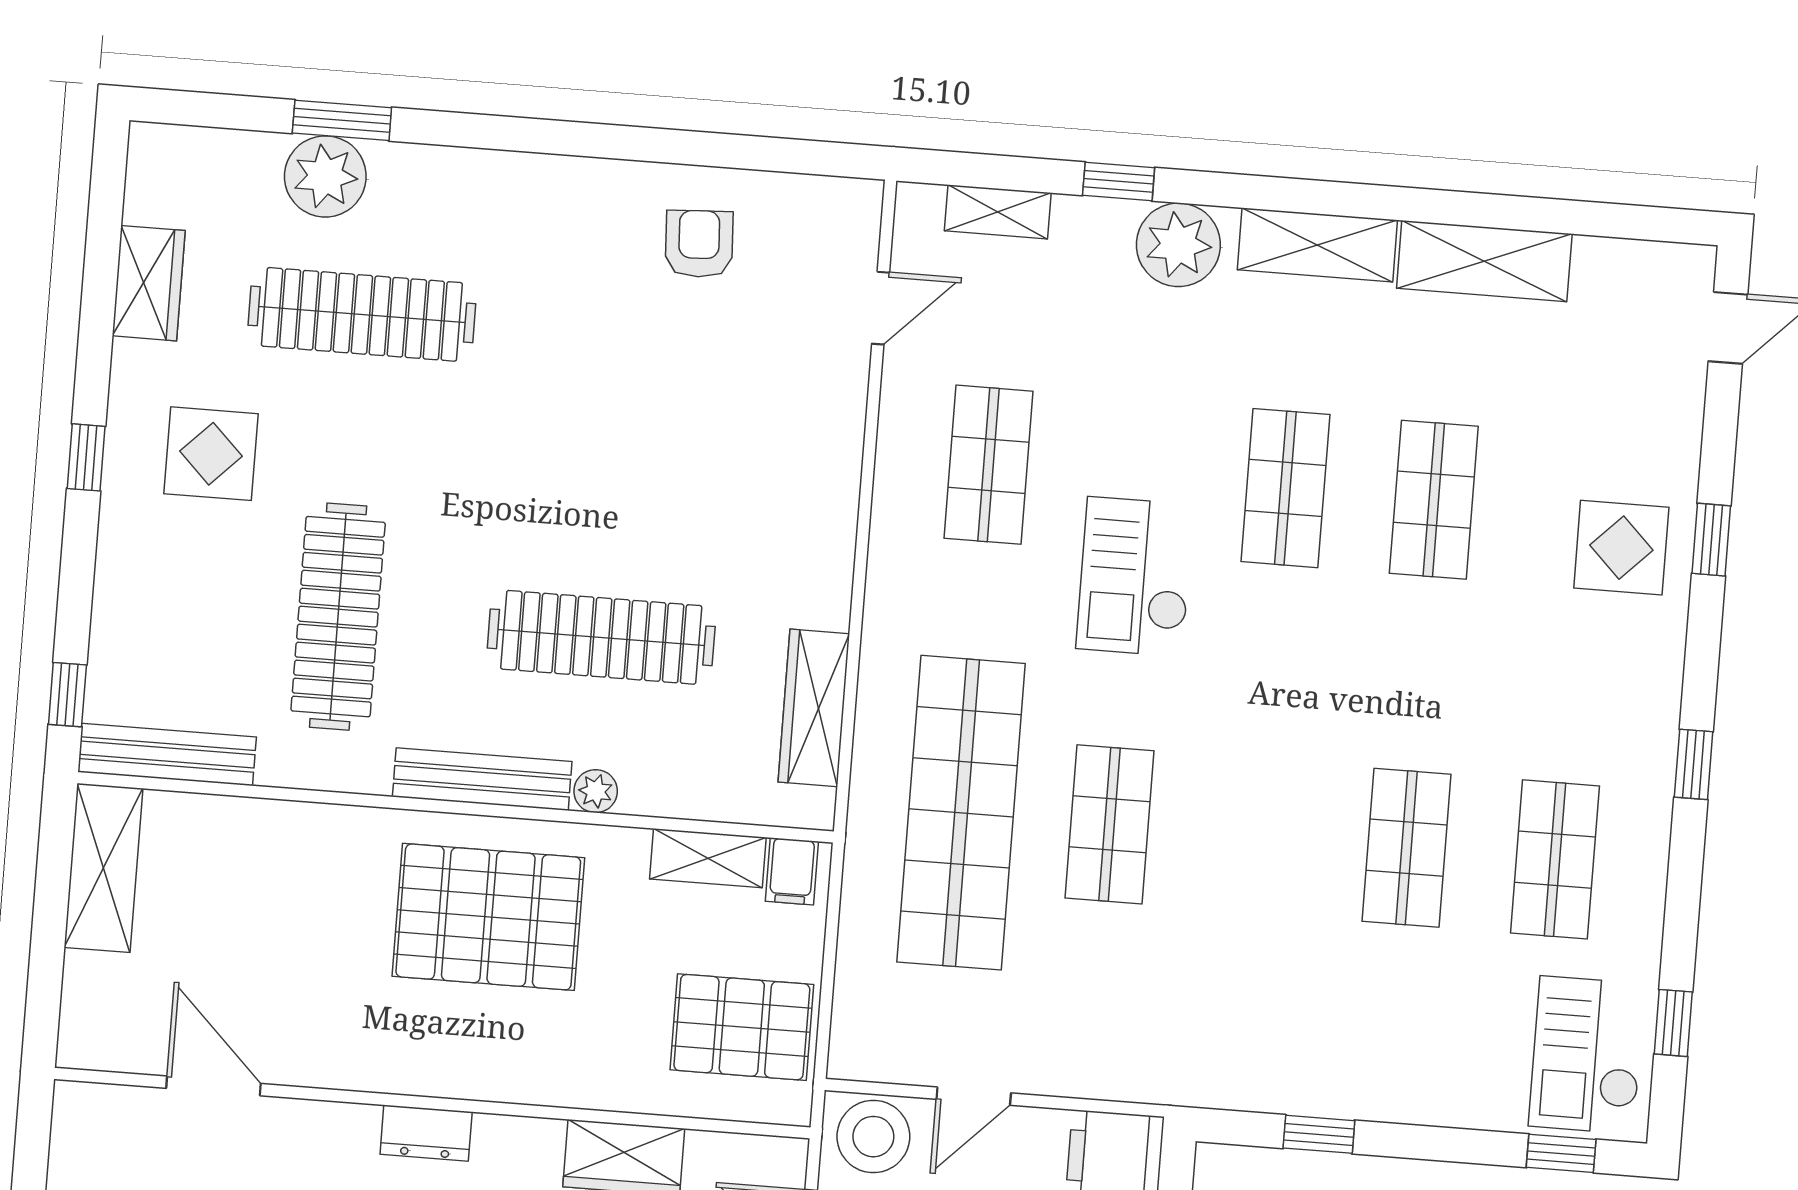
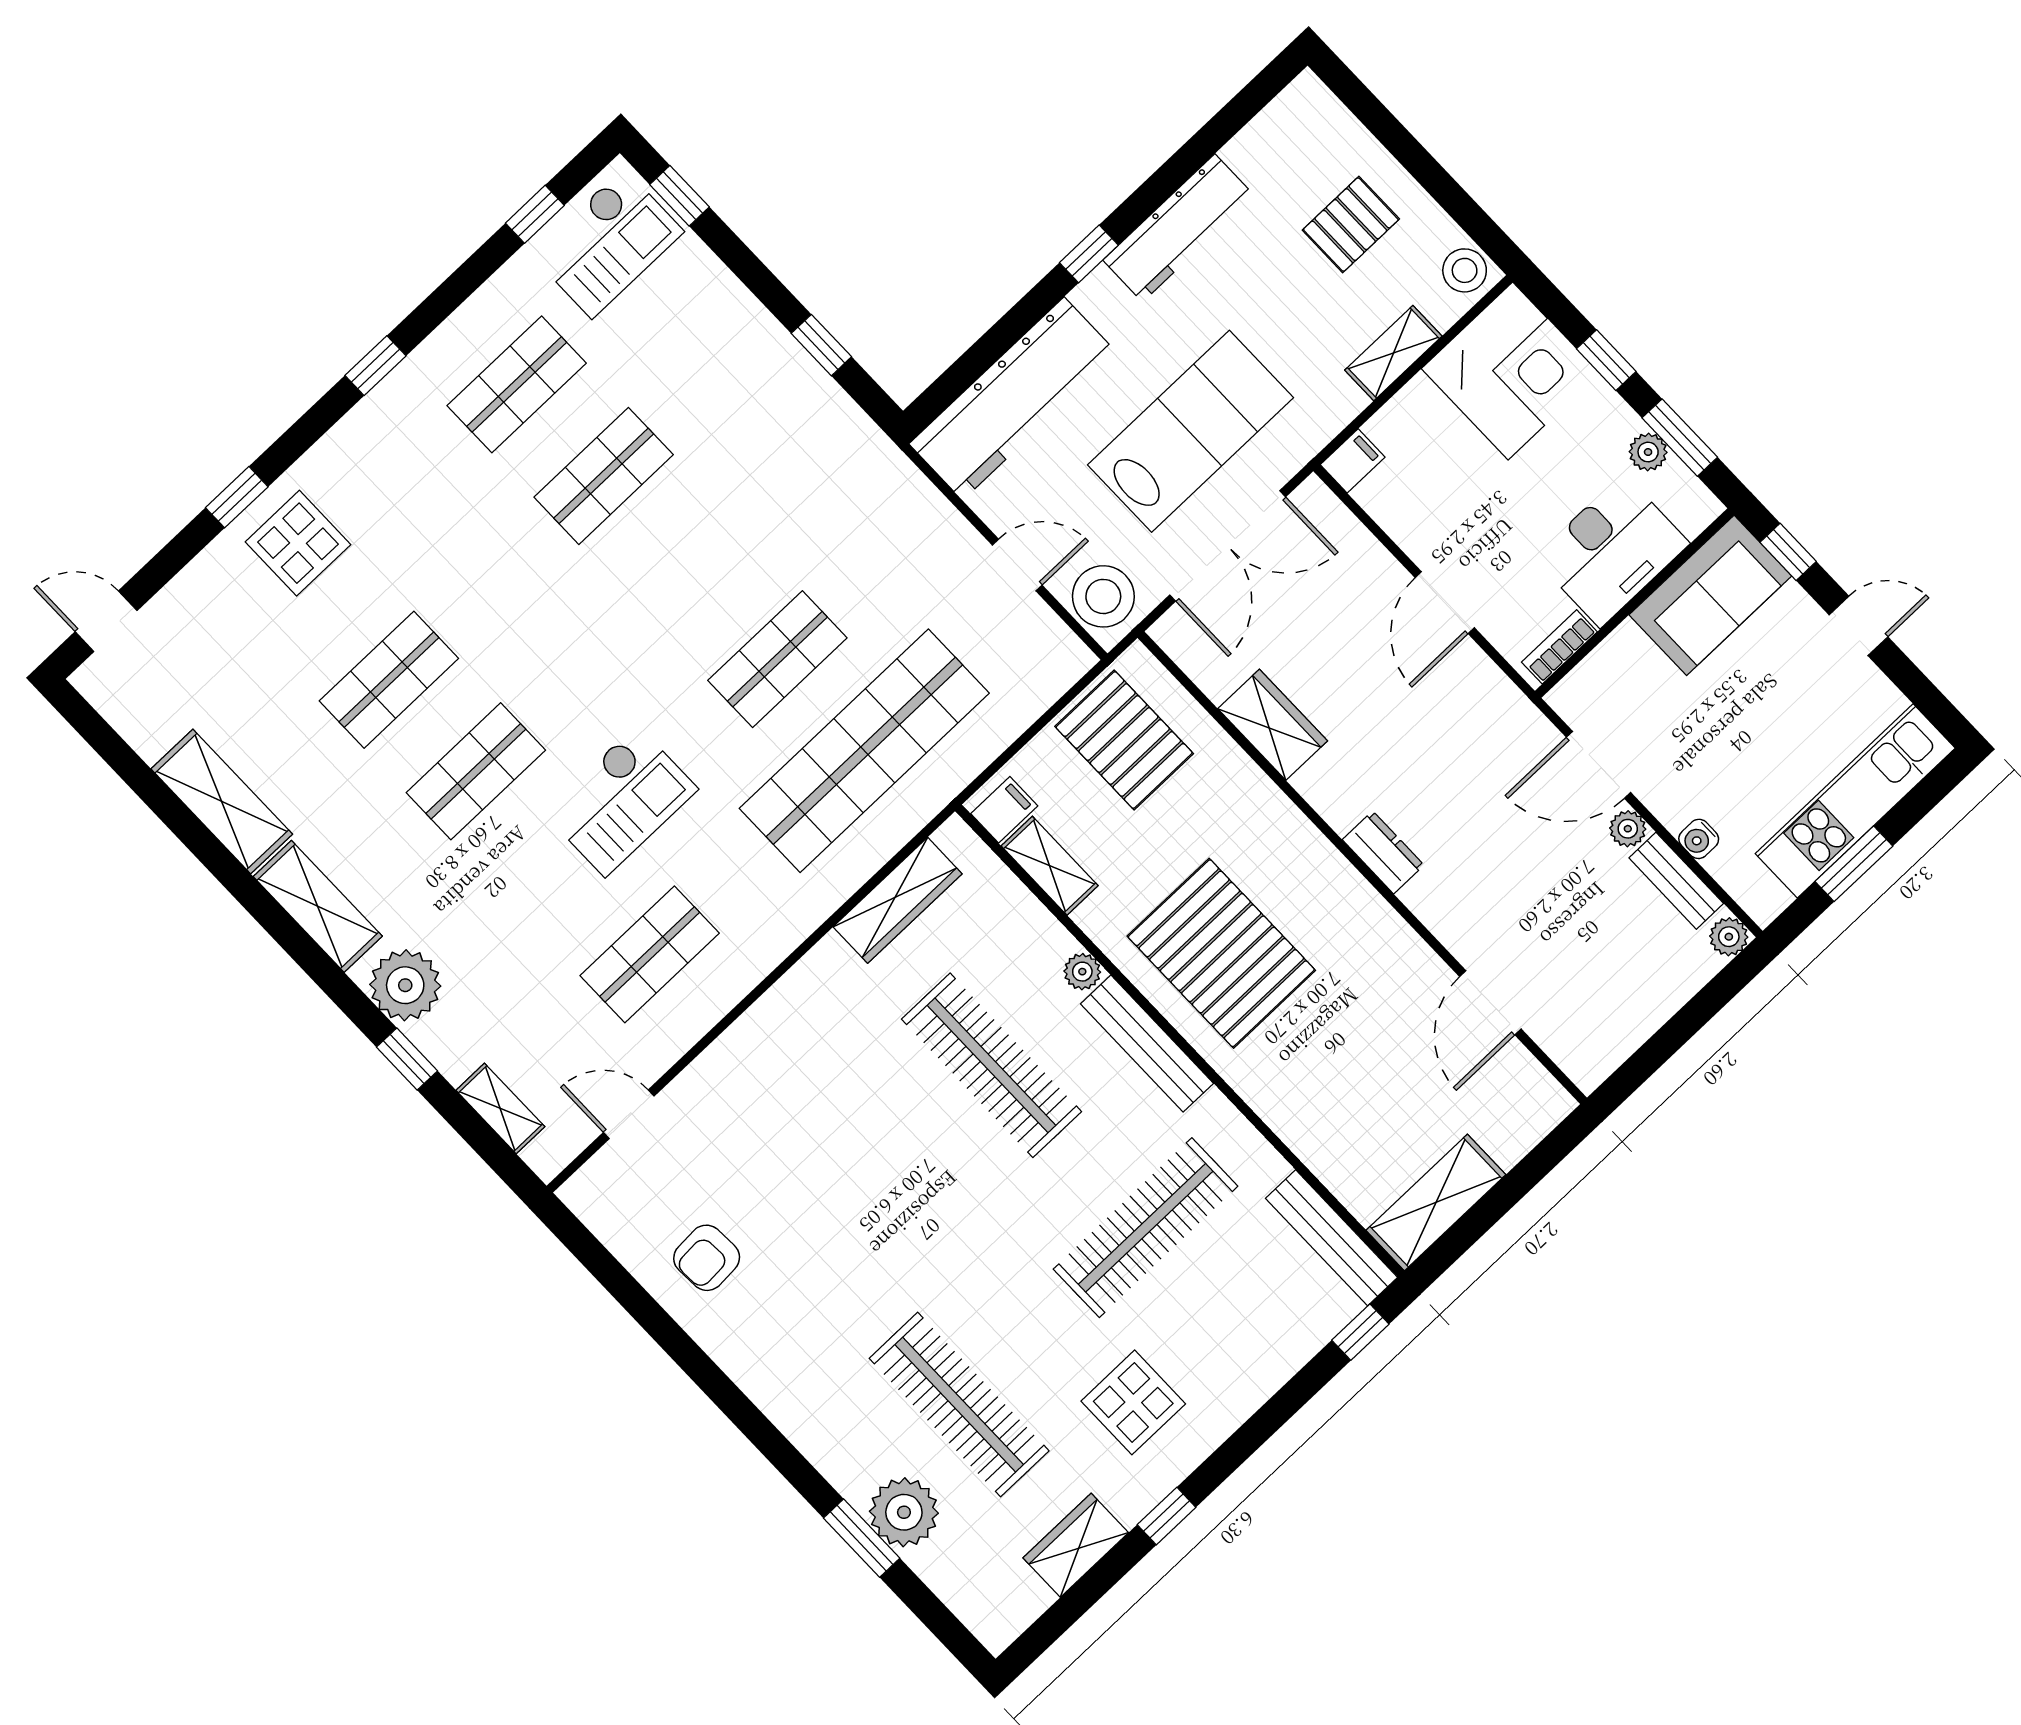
window: (86, 457) -> (1167, 1516), moved

